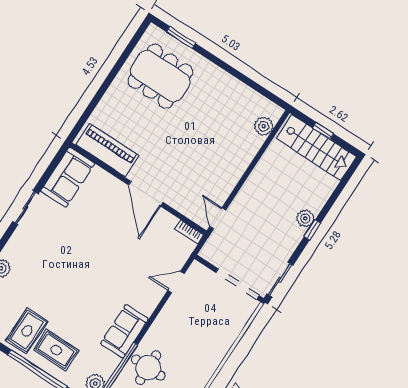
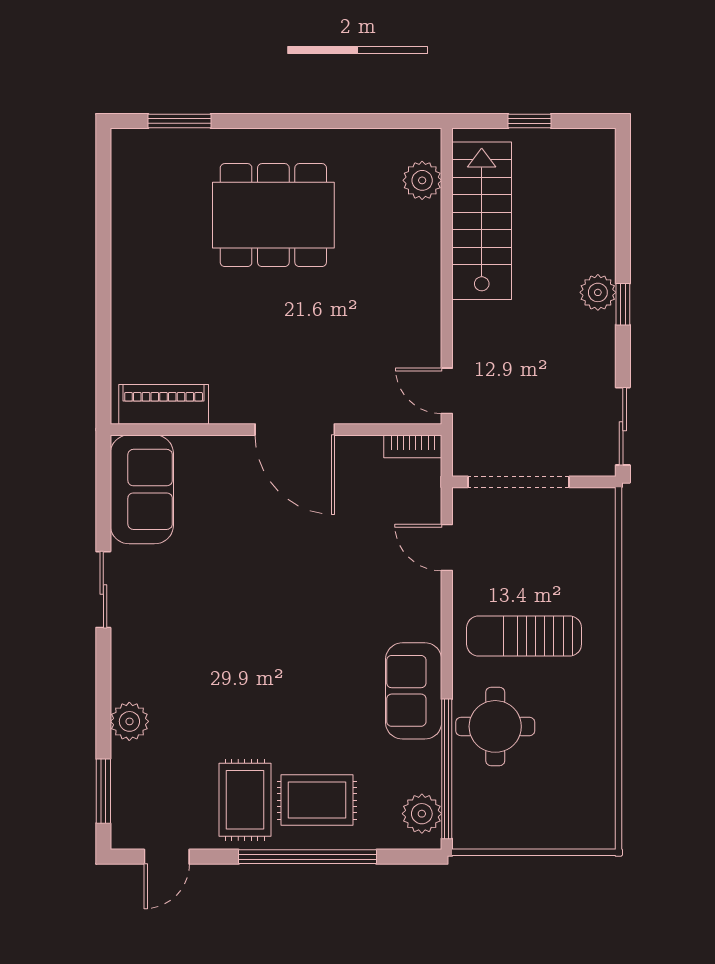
dining table: (160, 76) -> (273, 215), moved
stairs: (316, 148) -> (482, 221), moved, turned -90
piano: (107, 150) -> (164, 404), width x0.73, depth x0.75
door: (176, 282) -> (447, 548), hinge flipped
doorway: (237, 284) -> (519, 482), moved
sun lounger: (184, 338) -> (524, 636), added

